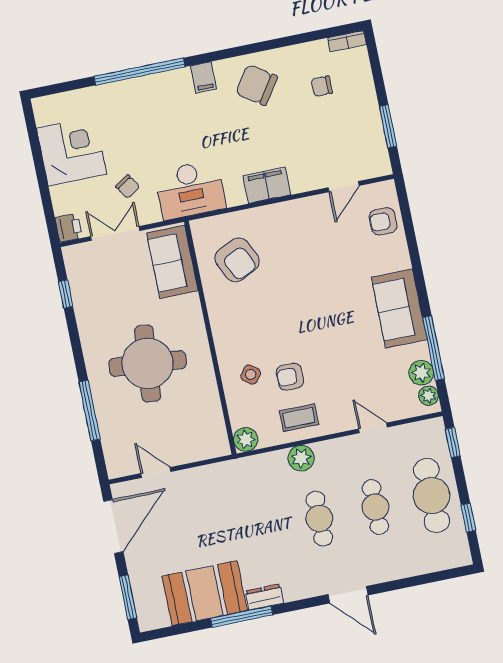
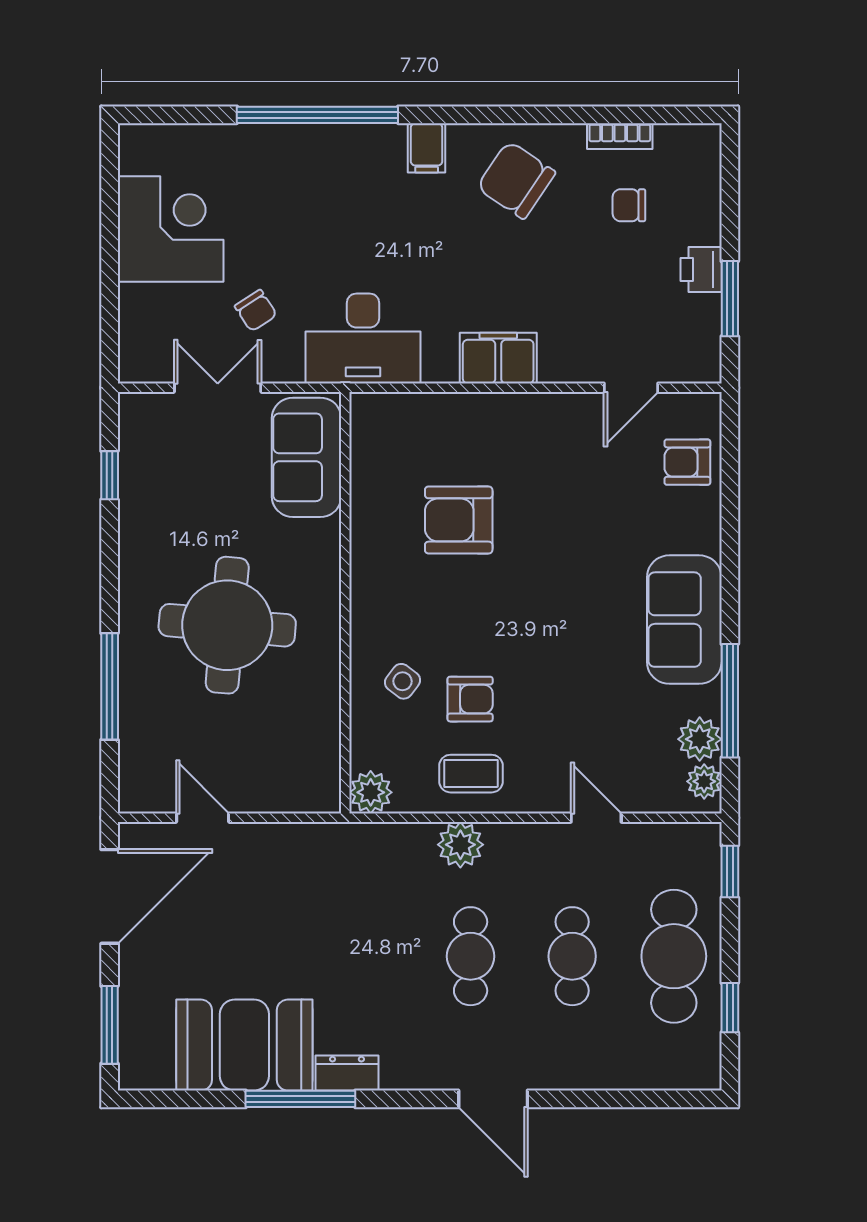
bookcase: (347, 41) -> (620, 136), moved
printer: (69, 228) -> (701, 270), moved, turned 180
armchair: (237, 260) -> (459, 520), moved, turned 116
armchair: (290, 377) -> (470, 699), turned 180

